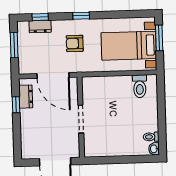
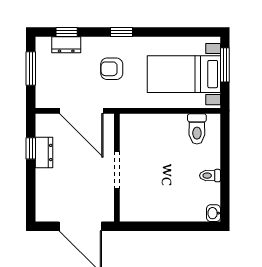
dresser: (26, 97) -> (44, 153), moved
toilet: (151, 137) -> (210, 176), moved

